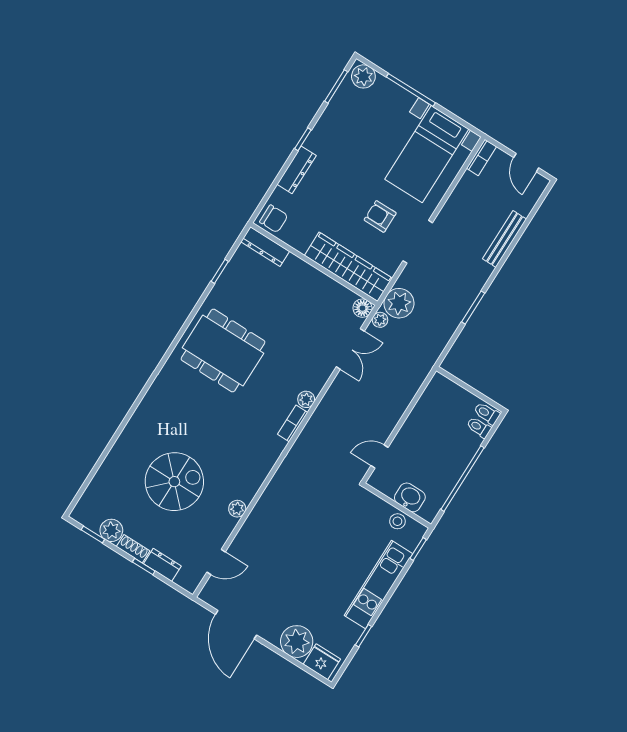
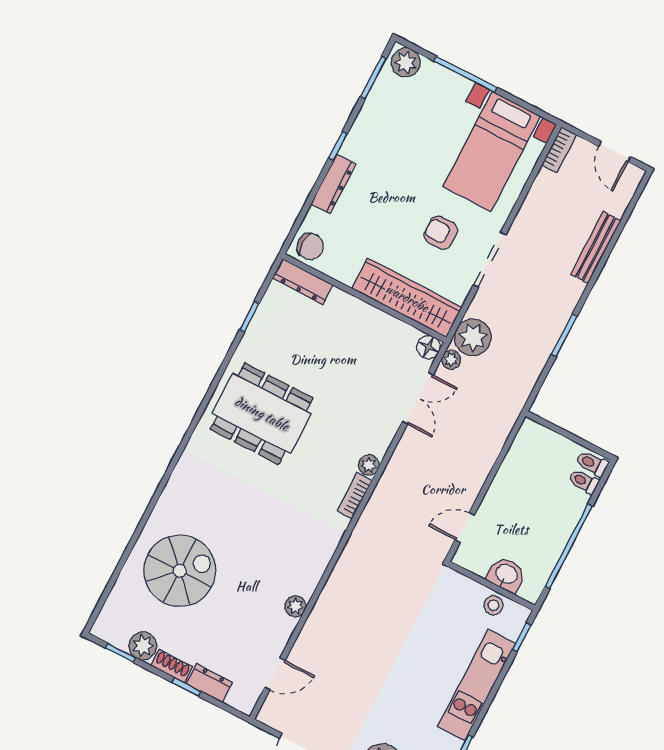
spiral stairs: (174, 482) -> (180, 571), moved

